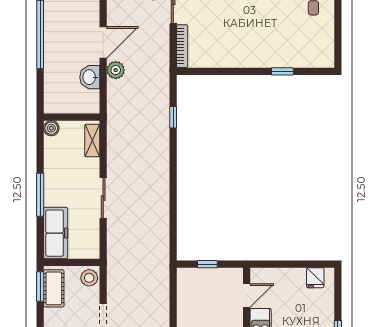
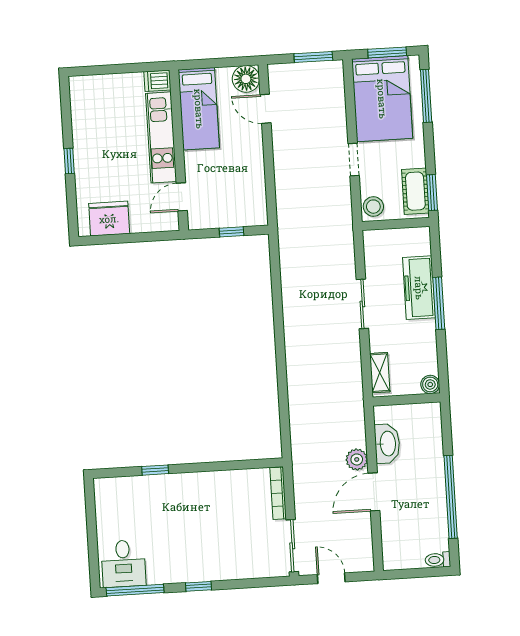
washbasin: (90, 77) -> (387, 444), width x1.38
window: (173, 117) -> (284, 407), removed
freezer: (56, 233) -> (419, 288), moved
fridge: (315, 278) -> (109, 219), width x1.88, depth x1.34

